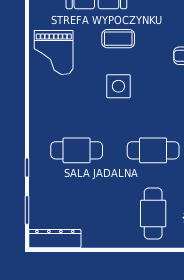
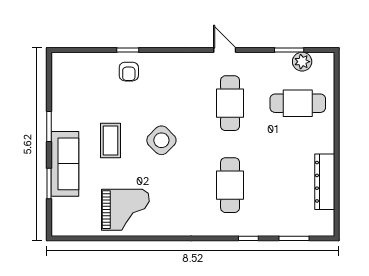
side table: (118, 86) -> (161, 140), turned 45
dresser: (55, 239) -> (325, 182), moved

